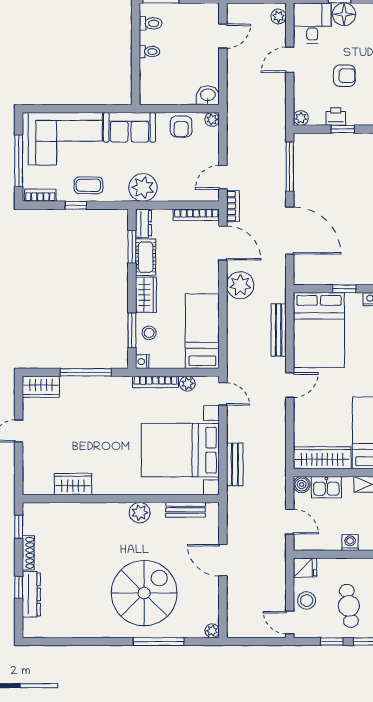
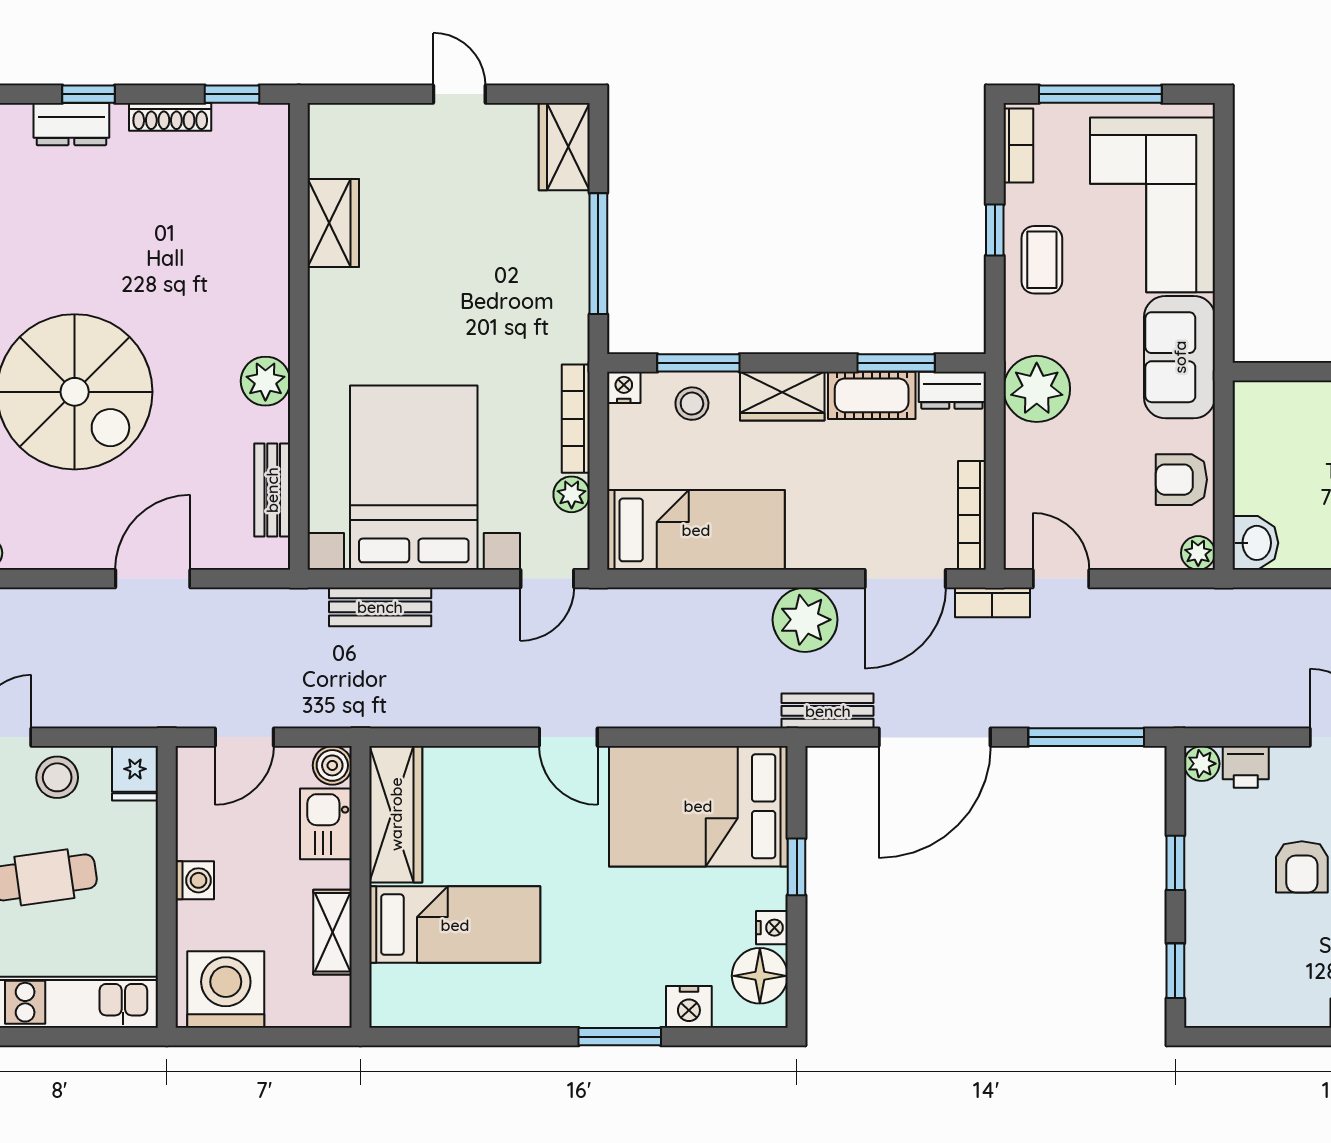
printer: (336, 117) -> (1246, 767), moved, turned 90
bench: (279, 330) -> (828, 711), moved, width x0.73
dresser: (31, 594) -> (71, 124), width x0.70

